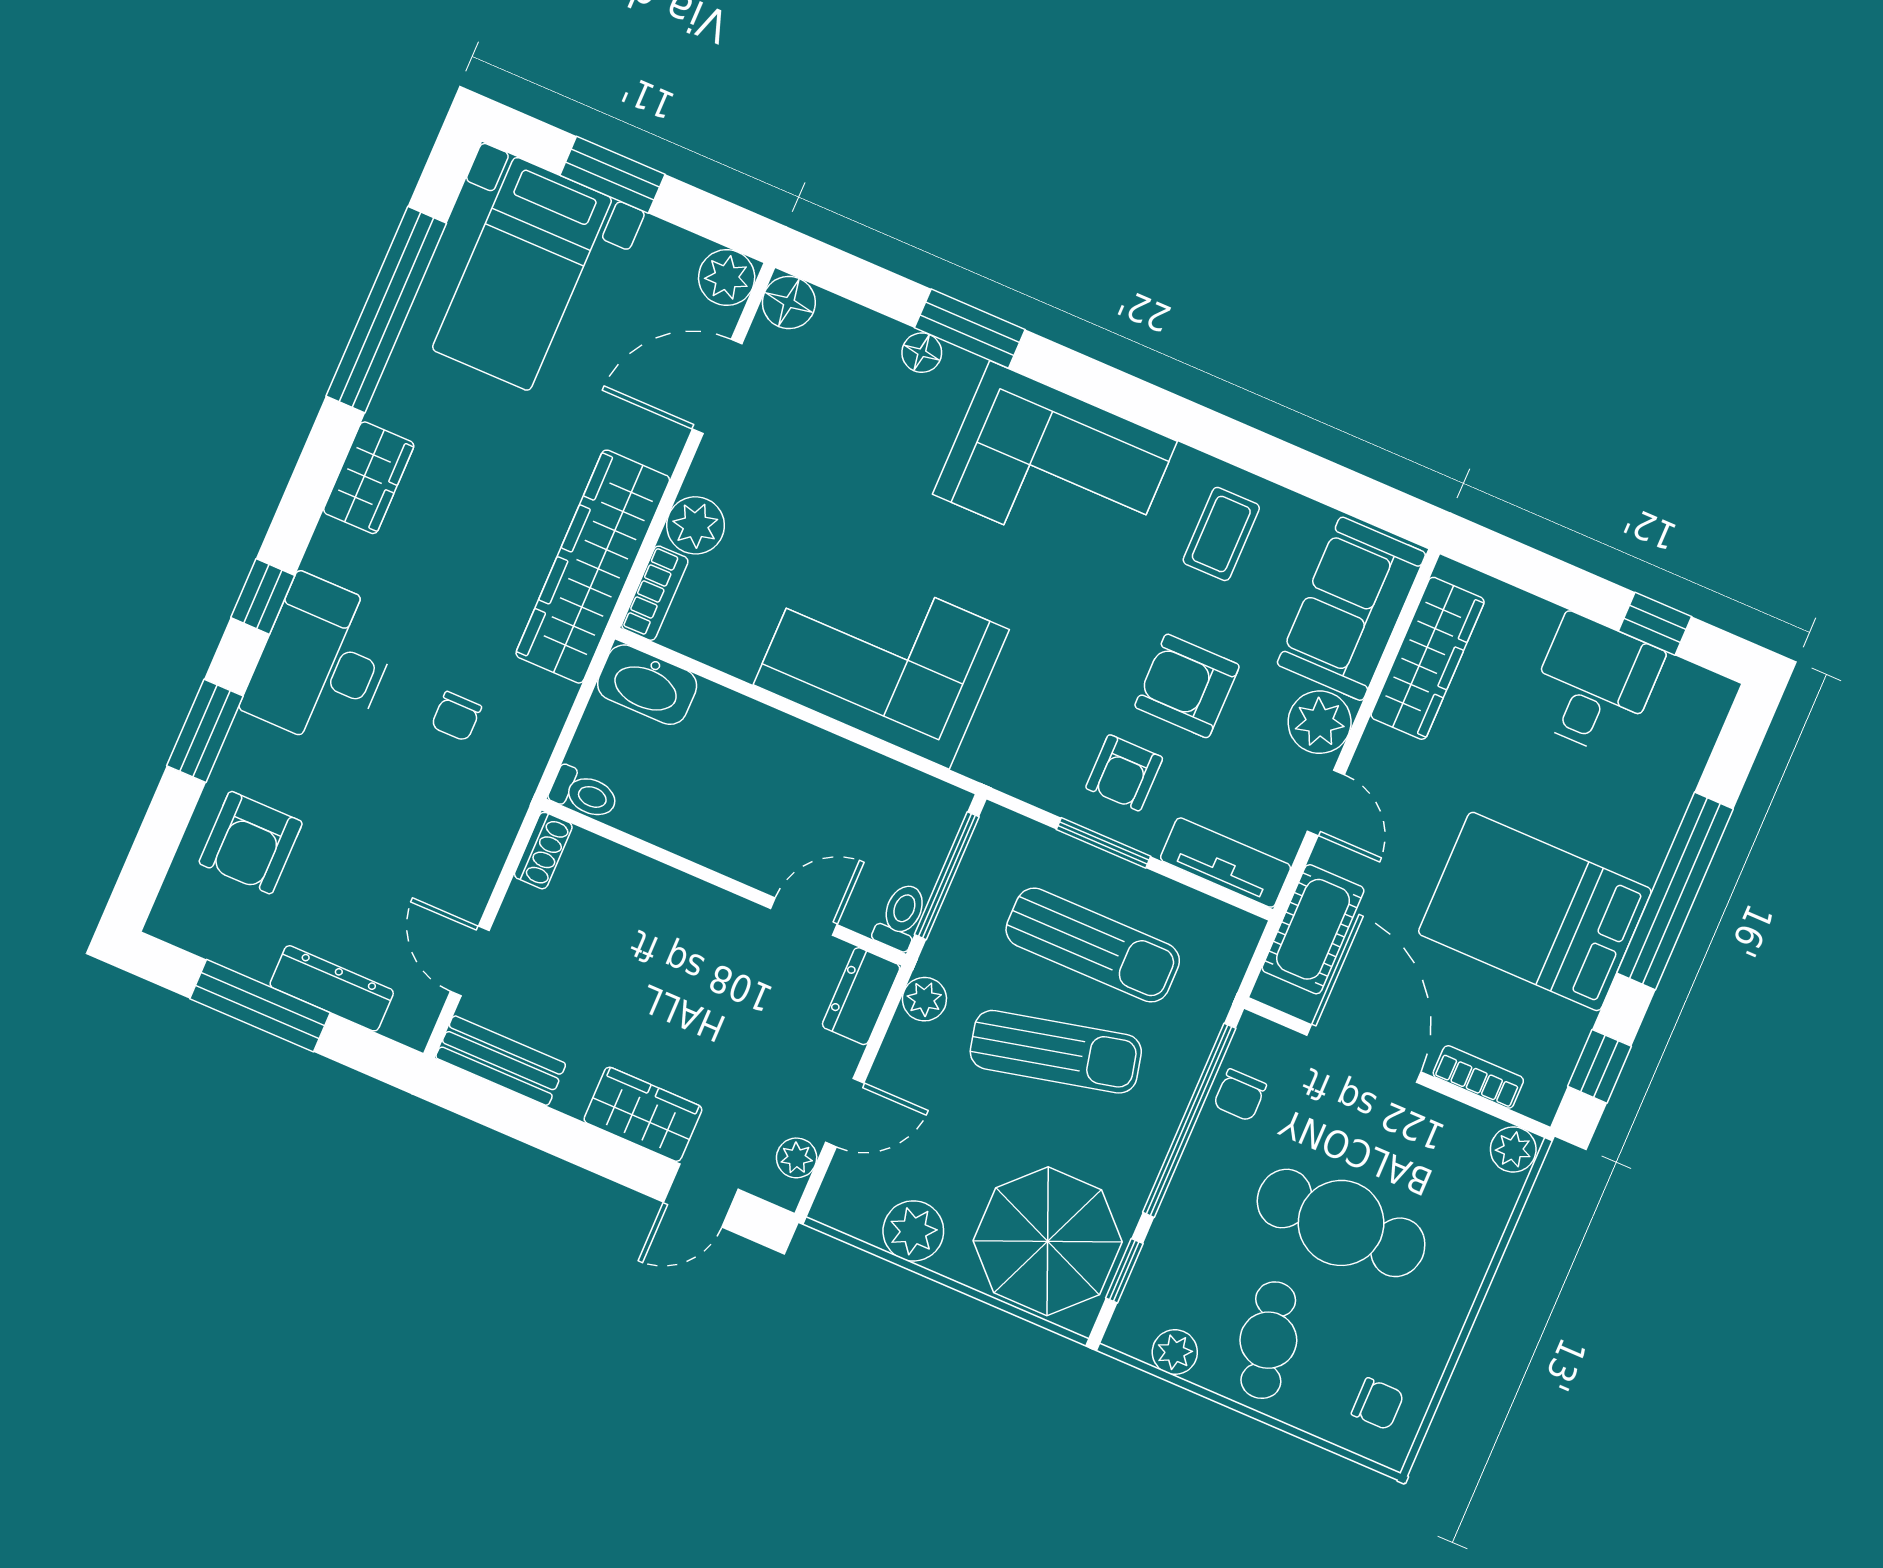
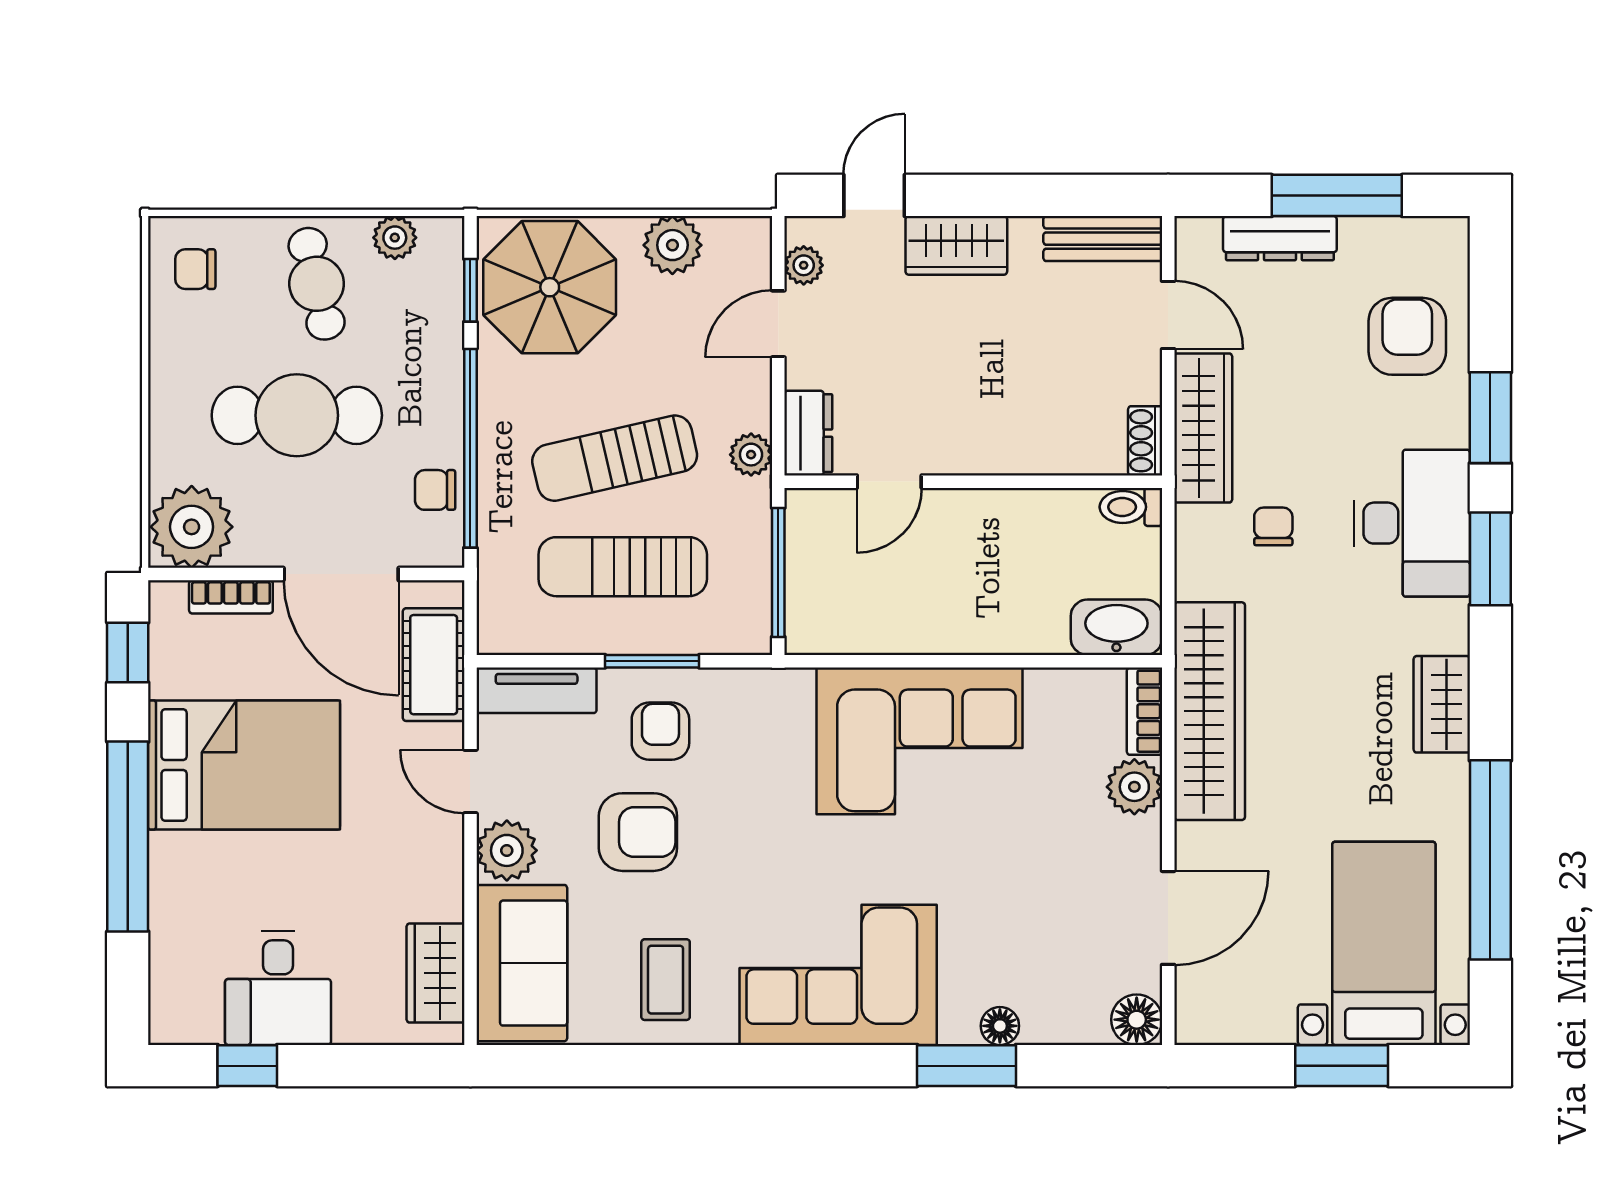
plant: (727, 278) -> (1201, 1018), removed
window: (263, 596) -> (1490, 559), width x1.50
wardrobe: (1428, 658) -> (435, 973), width x0.67
wardrobe: (483, 839) -> (1203, 428), added
toilet: (901, 917) -> (803, 519), removed
chair: (1240, 1095) -> (435, 490), turned -90
plant: (1513, 1149) -> (192, 527), width x1.88, depth x1.88

